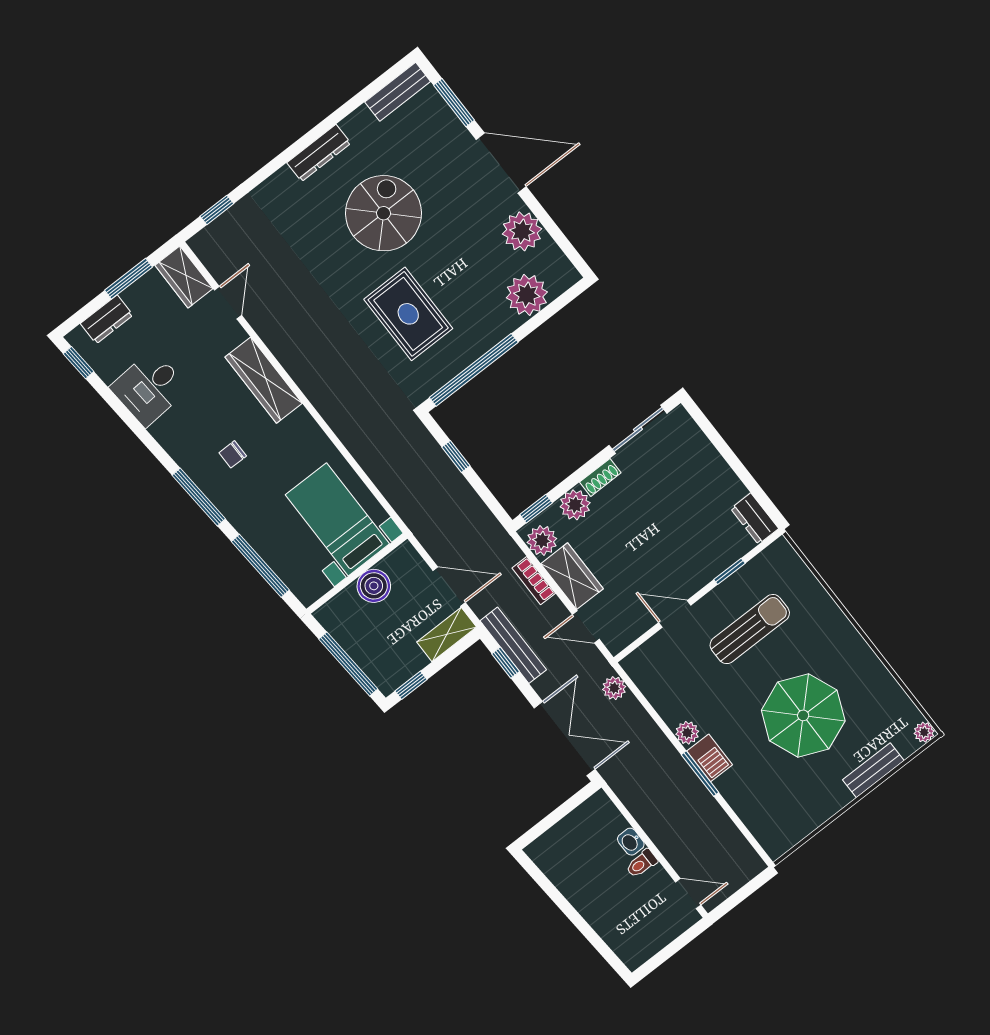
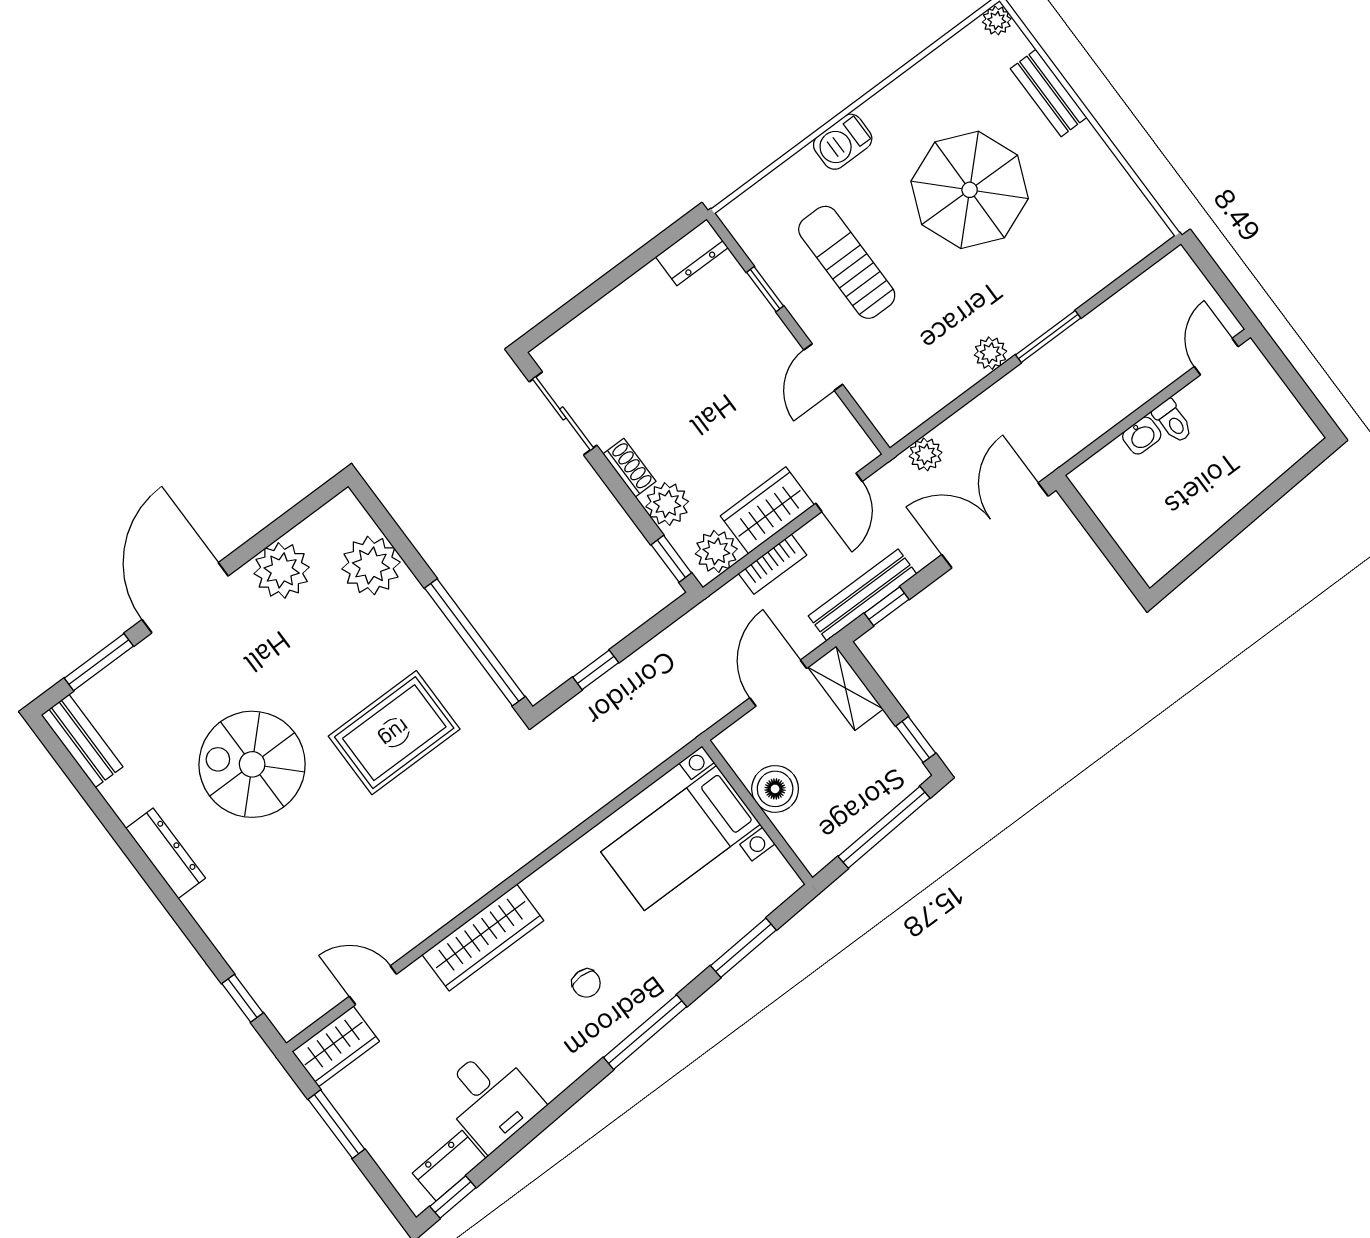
dresser: (107, 319) -> (449, 1166), moved, turned -94
window: (260, 566) -> (743, 948), width x0.69
barbecue: (710, 758) -> (843, 142), moved, turned 180

